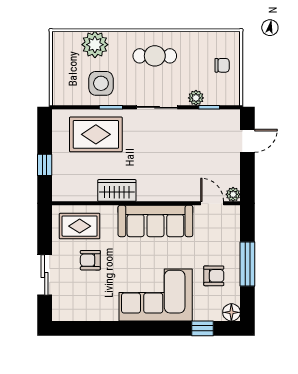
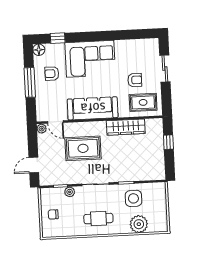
rug: (96, 134) -> (83, 148), moved
wardrobe: (117, 190) -> (126, 127), width x1.50

